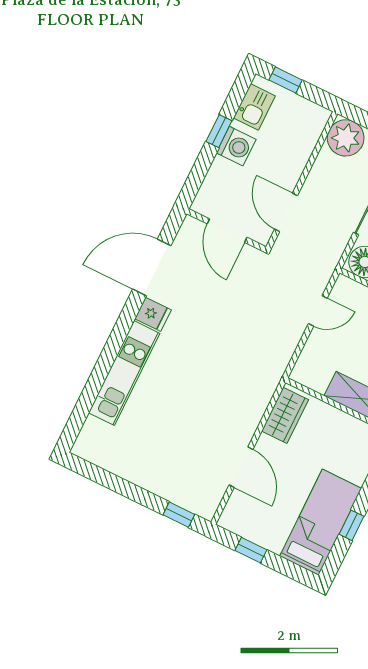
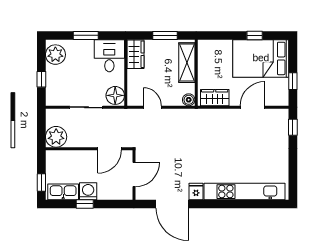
kitchen sink: (254, 107) -> (63, 192), width x1.38
kitchen unit: (124, 373) -> (244, 192), width x1.36
boiler: (302, 373) -> (189, 100), added
bed: (321, 522) -> (261, 58), width x1.50

